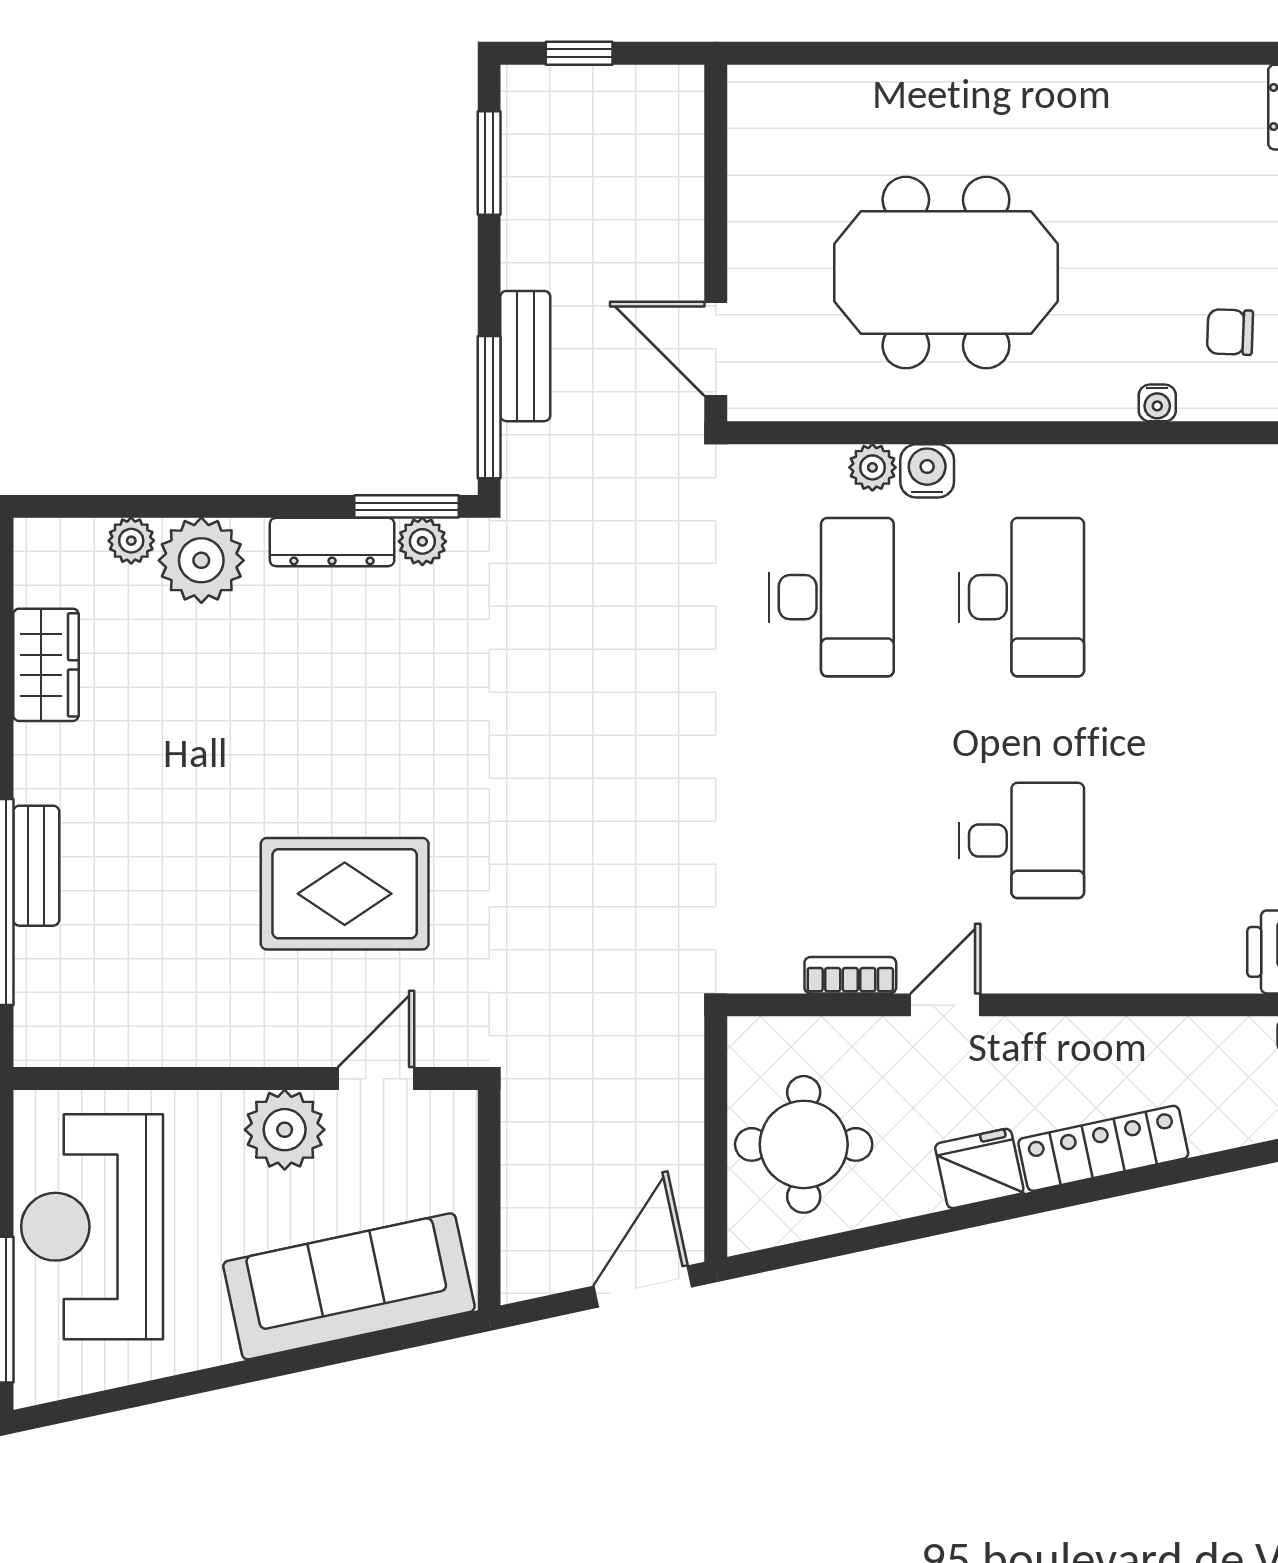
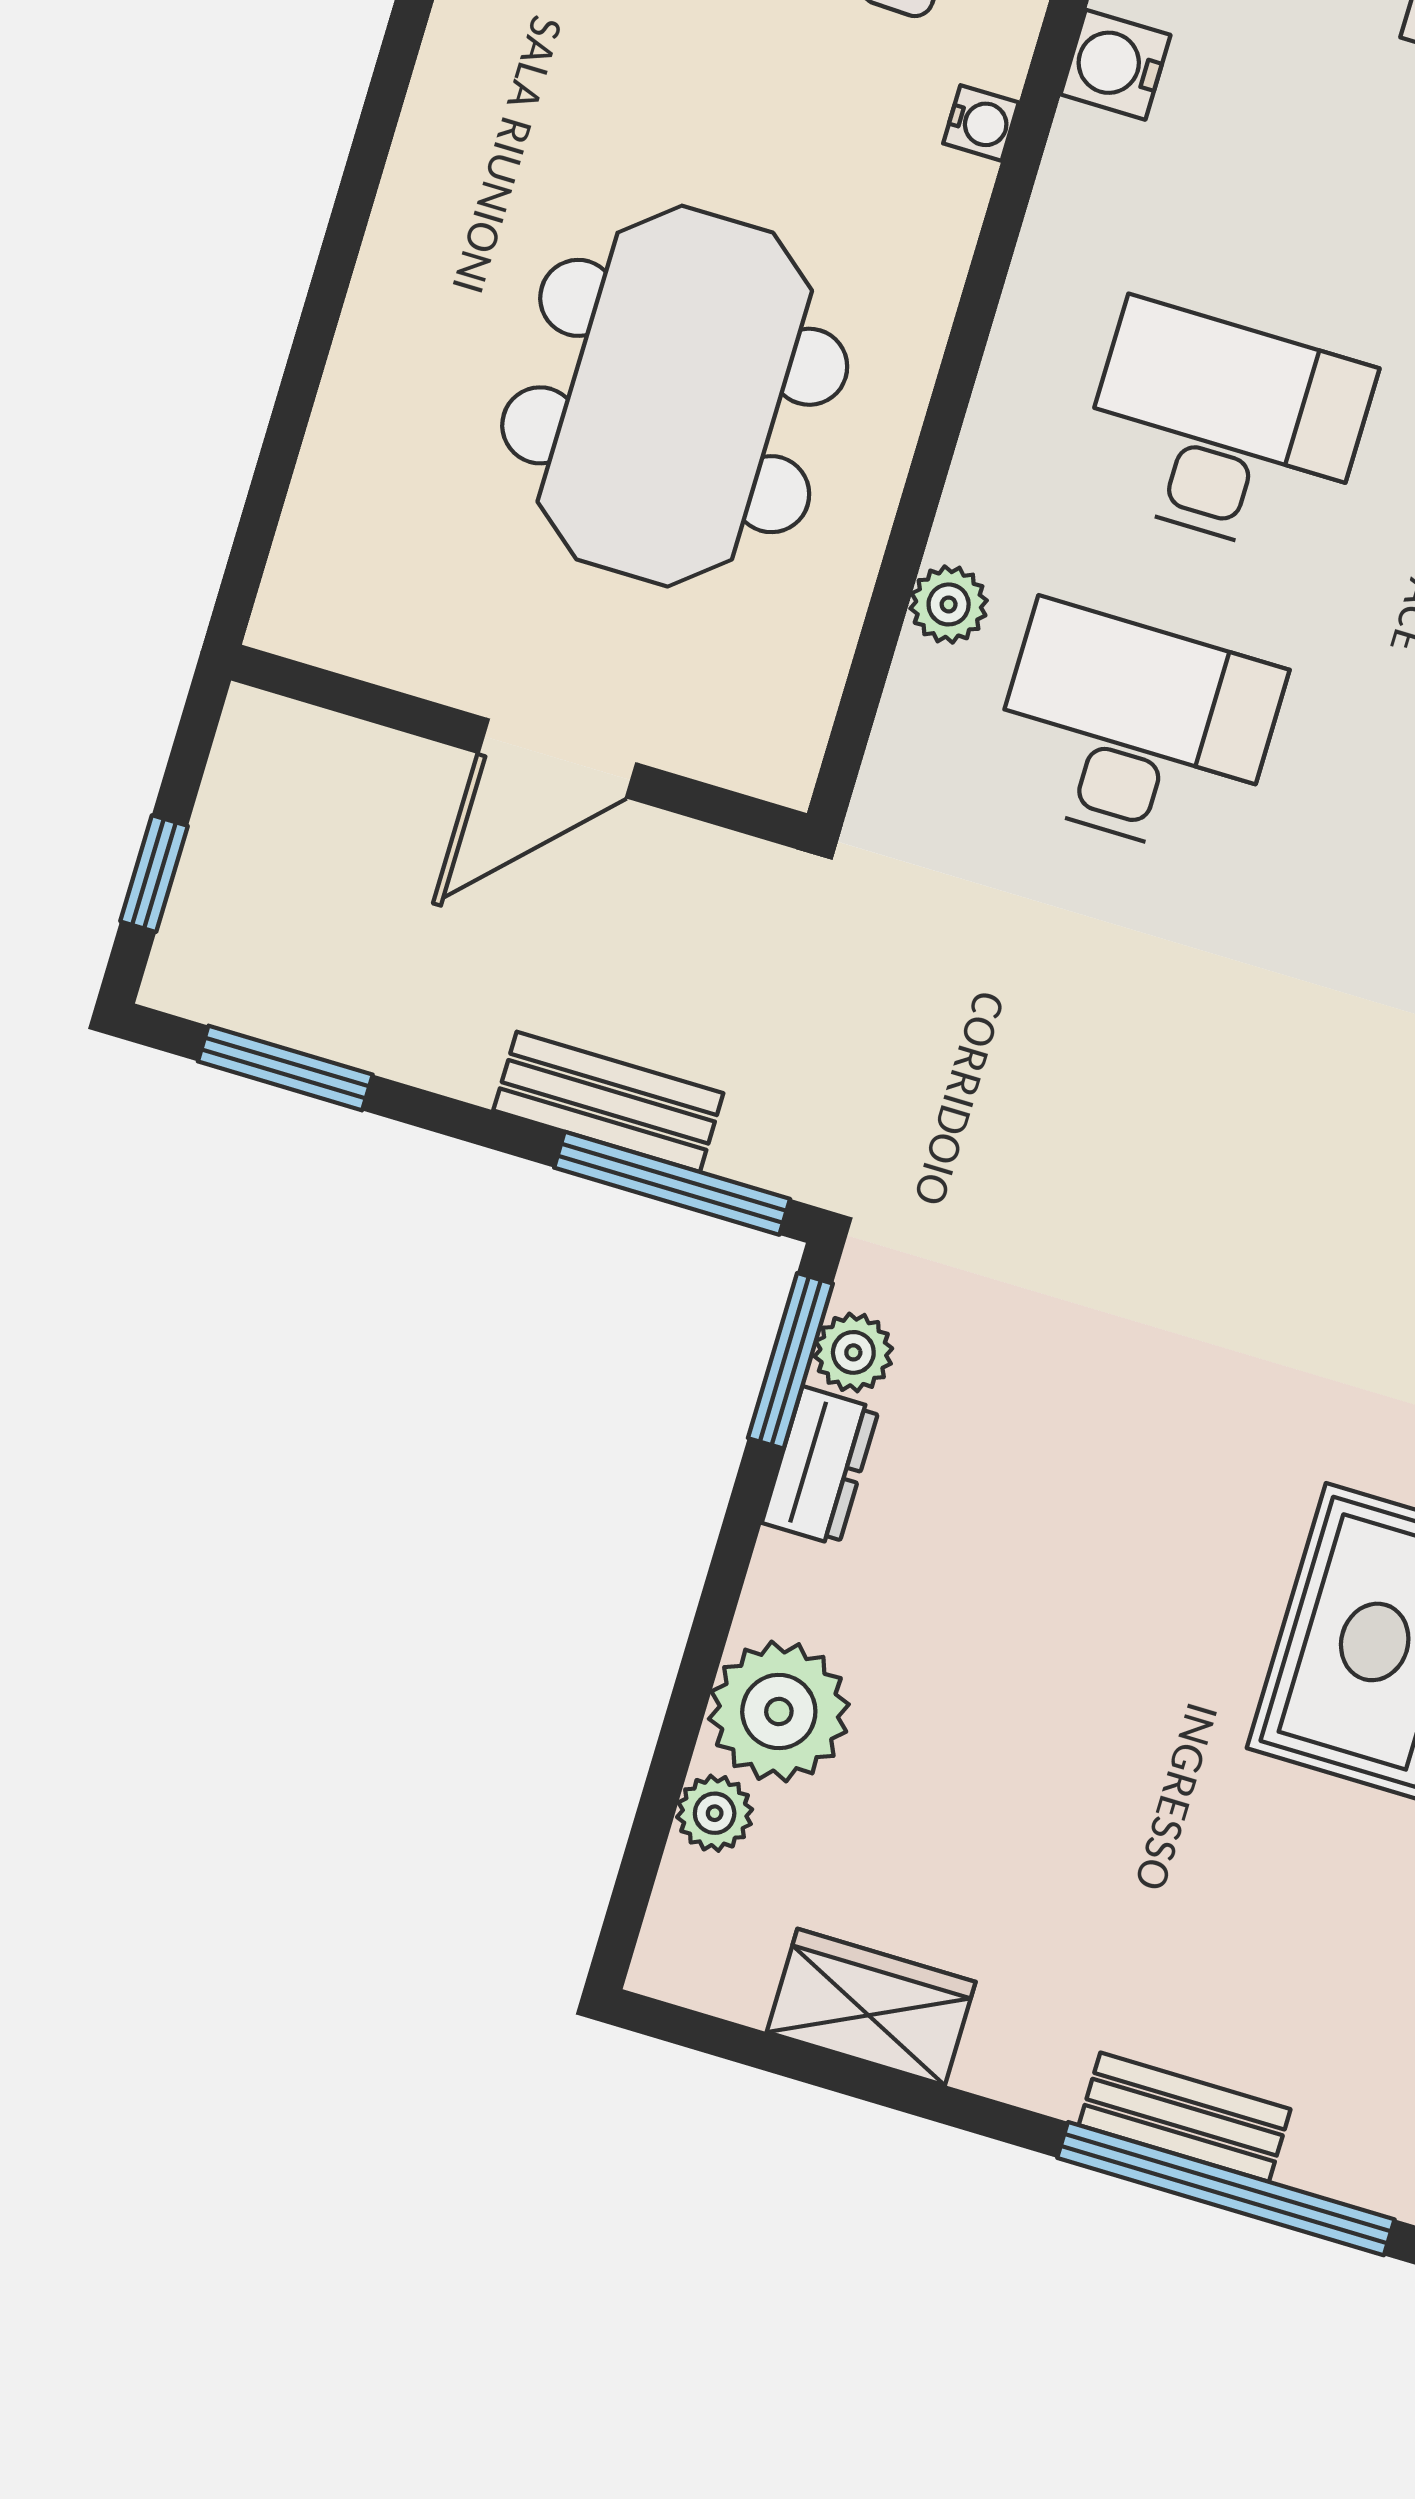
door: (716, 349) -> (557, 758), moved
water cooler: (927, 471) -> (1115, 65), moved
dresser: (332, 542) -> (820, 1466), width x0.70

